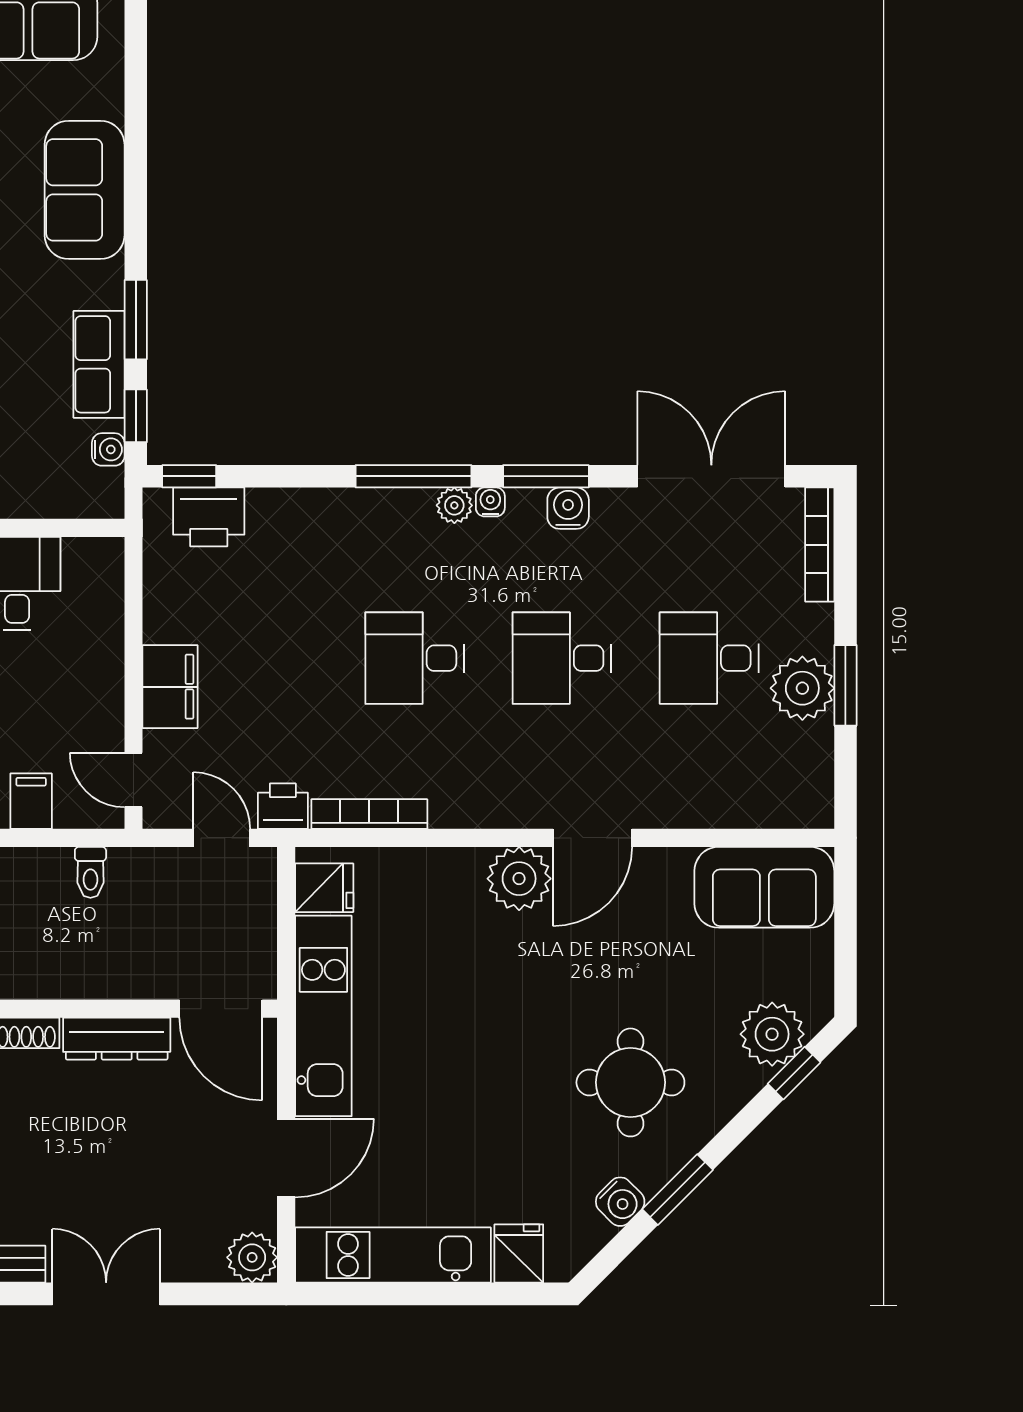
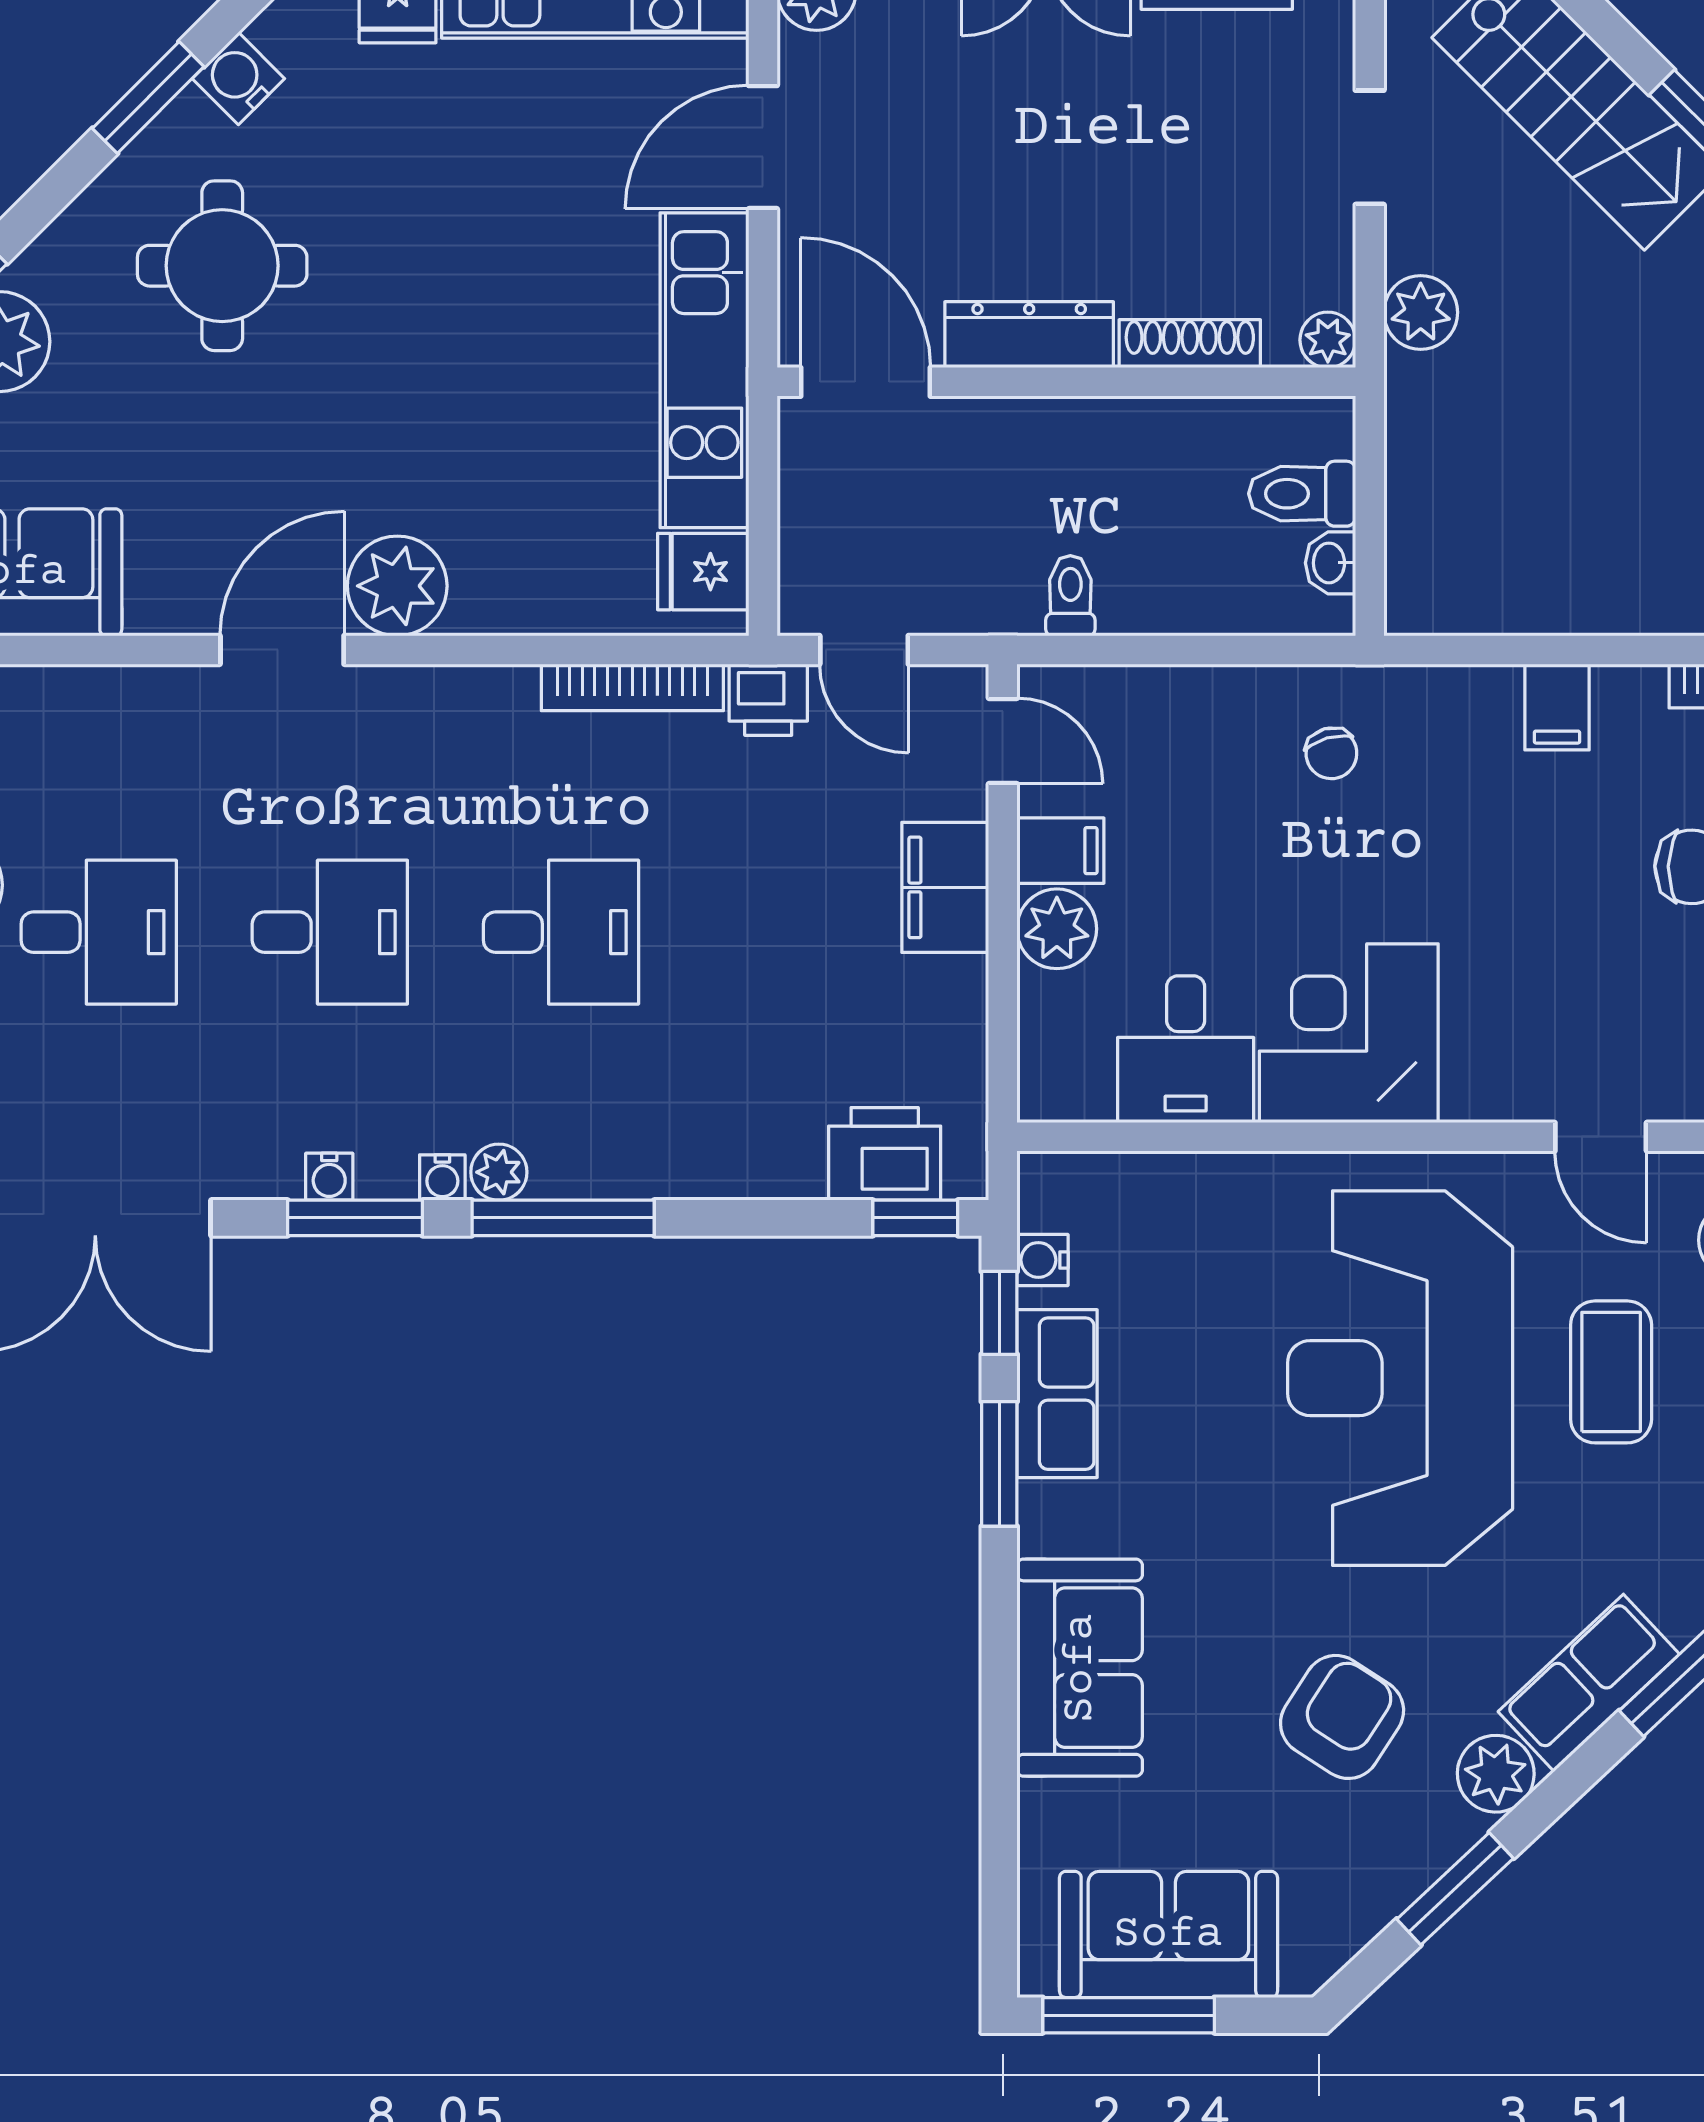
water cooler: (568, 508) -> (329, 1177), width x0.72, depth x0.72
plant: (99, 660) -> (1057, 929), added
filing cabinet: (31, 801) -> (1060, 851), moved, turned -90

